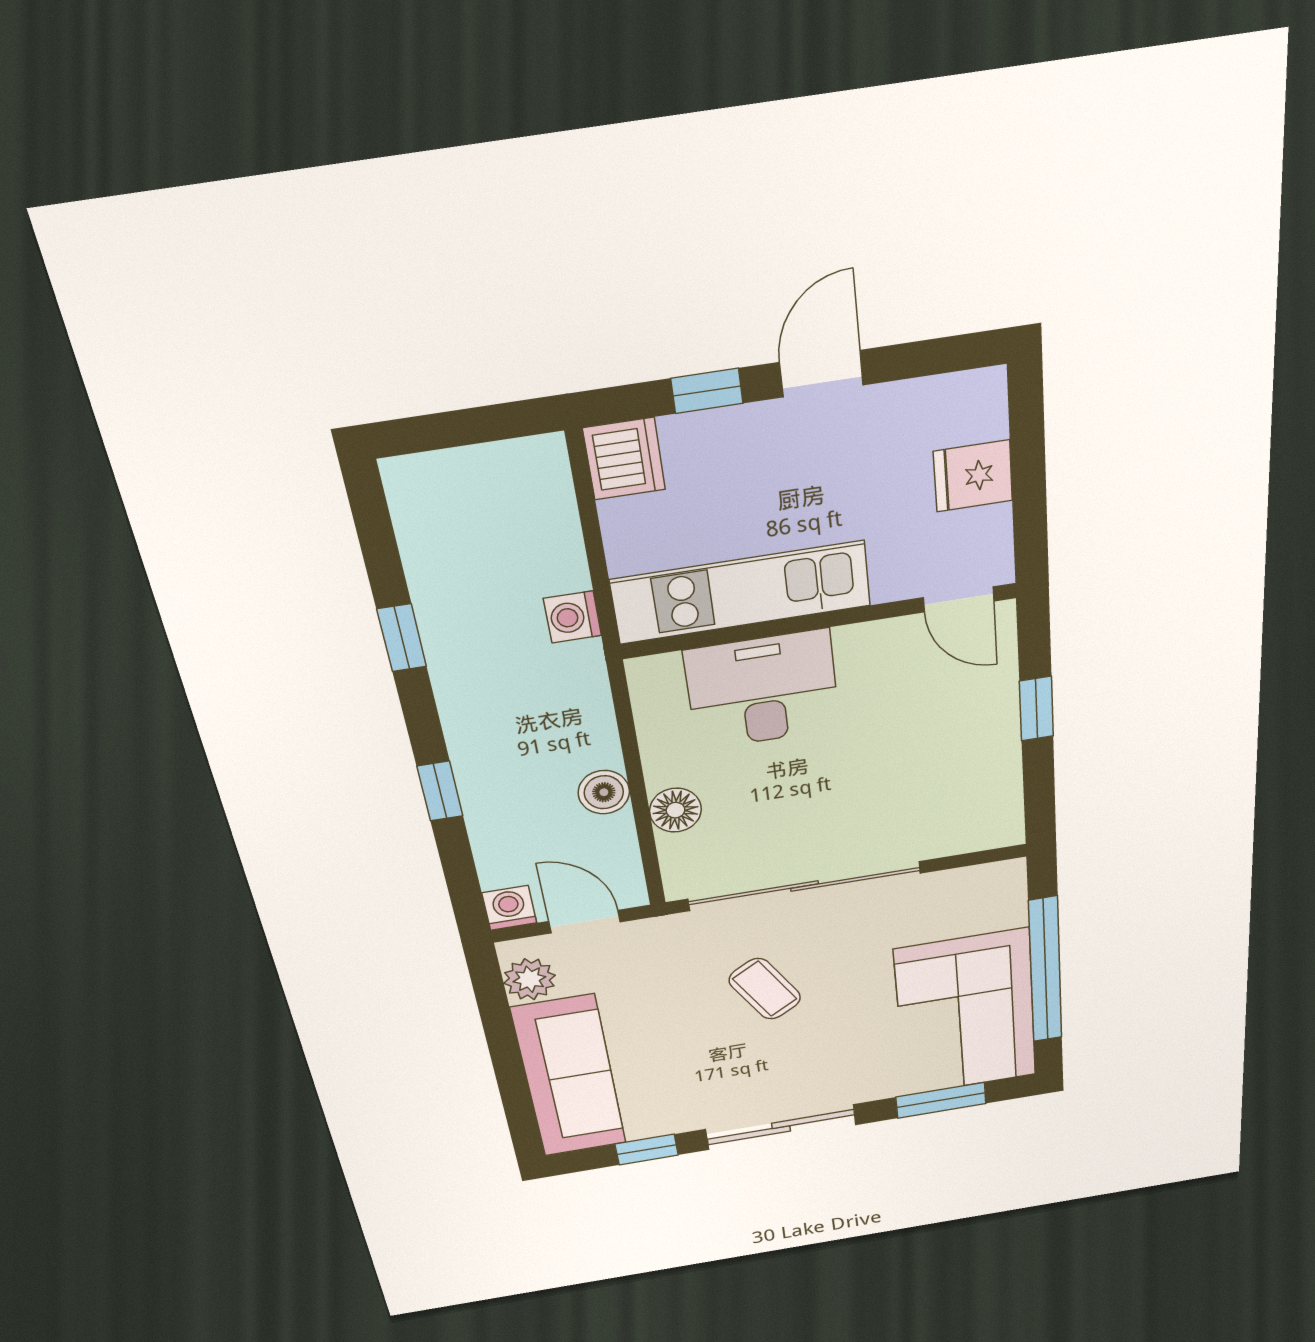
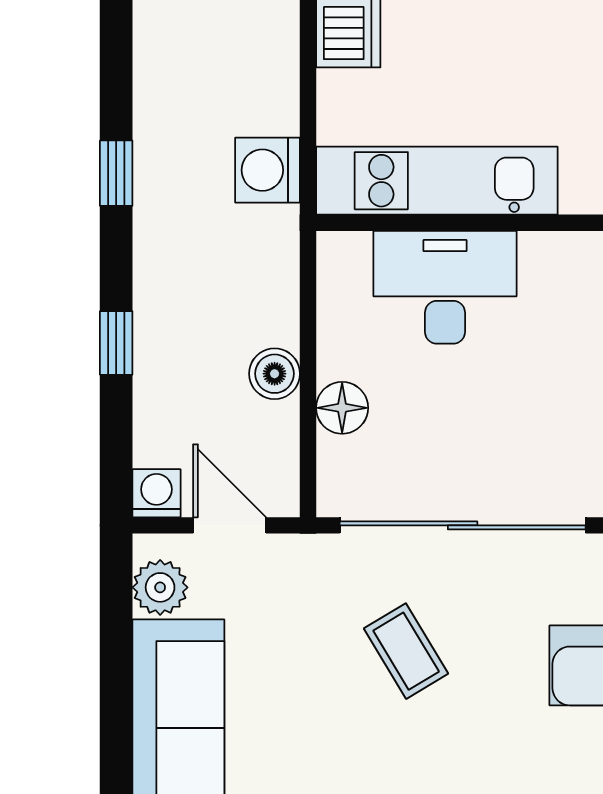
washing machine: (572, 617) -> (267, 170), width x1.38, depth x1.38

